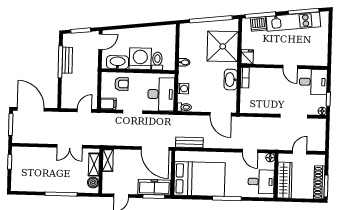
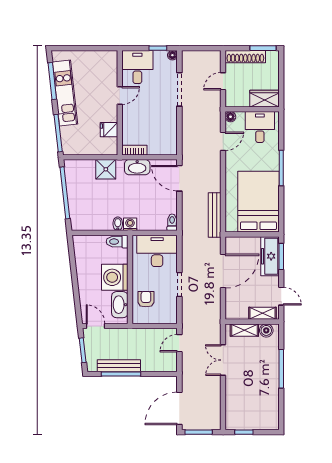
dishwasher: (258, 24) -> (69, 135), removed
shower: (223, 46) -> (106, 169), width x0.54, depth x0.54
fridge: (247, 57) -> (109, 130), moved
bench: (67, 60) -> (119, 366), width x1.36
toilet: (157, 61) -> (117, 242), moved
washing machine: (183, 89) -> (130, 224), moved
filing cabinet: (108, 104) -> (170, 315), removed
door: (84, 111) -> (179, 343), hinge flipped
door: (221, 114) -> (179, 178), swing flipped
bench: (189, 142) -> (215, 215), width x1.36
double door: (70, 146) -> (223, 360), swing flipped
door: (155, 148) -> (223, 271), moved
door: (300, 152) -> (223, 81), hinge flipped
shelving: (108, 160) -> (262, 313), moved
wardrobe: (285, 180) -> (264, 99), width x0.67
shoe rack: (319, 182) -> (245, 57), moved

